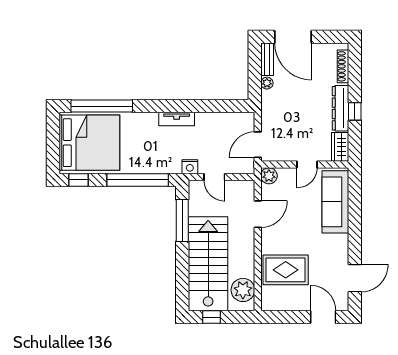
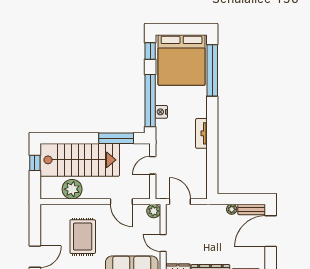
nightstand: (190, 167) -> (161, 112), moved
rug: (286, 270) -> (83, 237), moved
plant: (243, 290) -> (72, 189), moved

